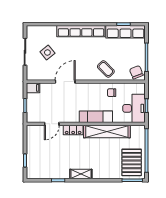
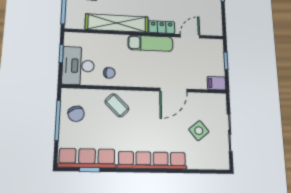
chair: (136, 72) -> (76, 114), moved
desk: (134, 108) -> (78, 66), moved
exam couch: (96, 117) -> (150, 43), moved

